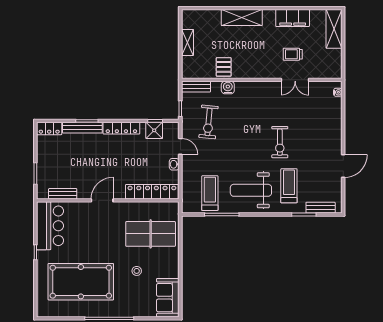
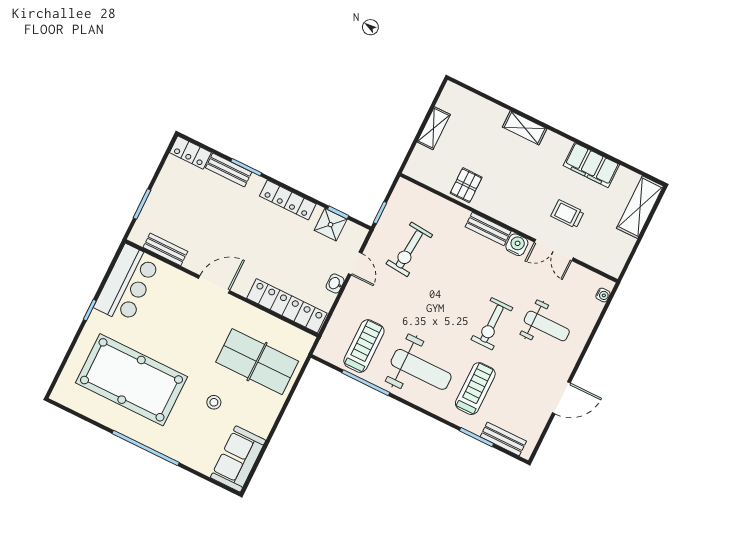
shelving: (242, 17) -> (525, 128), width x0.67, depth x0.75
bench: (196, 87) -> (488, 229), moved
water cooler: (228, 88) -> (517, 245), moved
weight bench: (313, 127) -> (547, 326), added
bench: (82, 128) -> (229, 170), width x0.73
weight bench: (251, 190) -> (421, 369), turned 180

